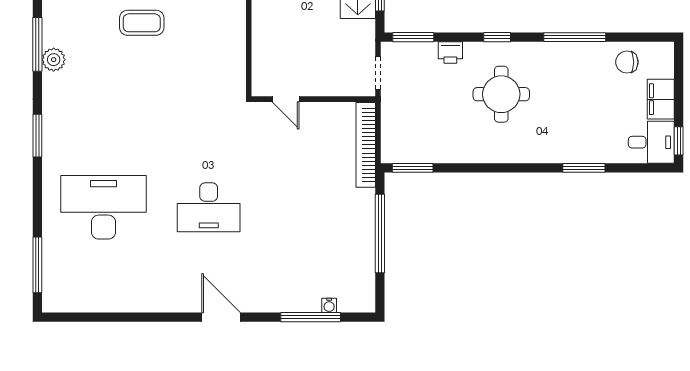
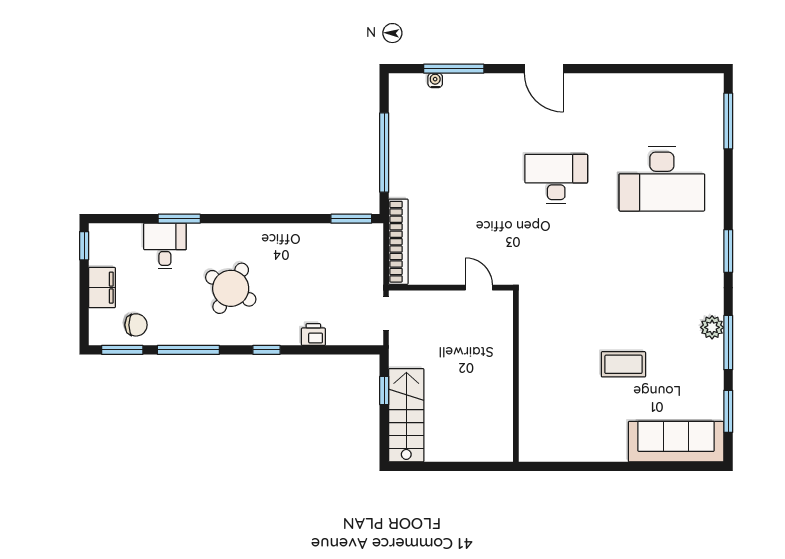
window: (413, 37) -> (122, 350), moved
round table: (501, 94) -> (231, 288), moved, turned 31
desk: (651, 142) -> (165, 246), moved, turned 90

